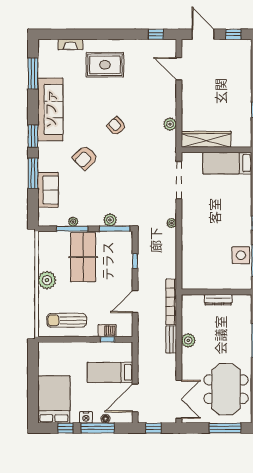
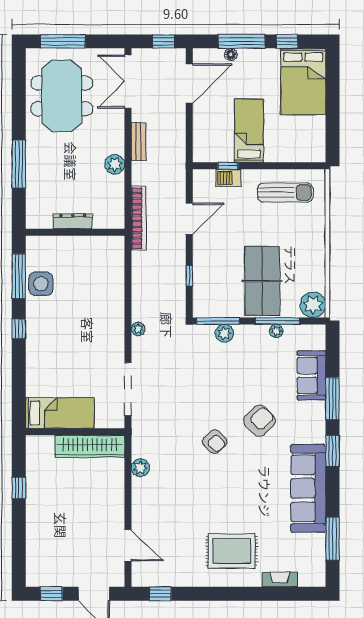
armchair: (116, 126) -> (215, 442), moved
plant: (47, 280) -> (313, 305), moved
bench: (171, 339) -> (139, 142), moved
bed: (110, 372) -> (249, 131), moved, turned -90
nightstand: (86, 417) -> (258, 56), removed

